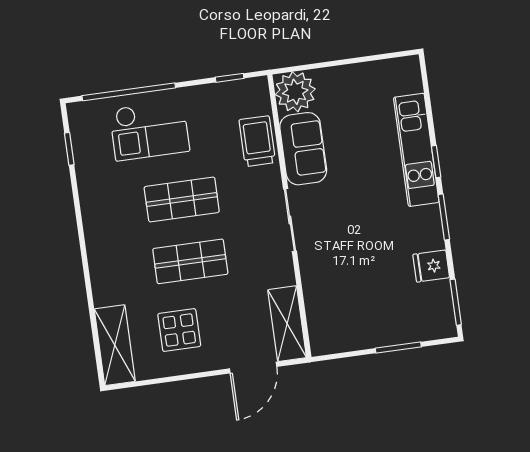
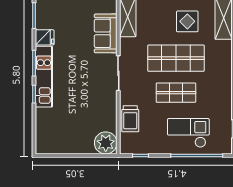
sofa: (303, 149) -> (106, 33), moved
kitchen unit: (416, 150) -> (44, 77), moved
shop shelf: (190, 261) -> (176, 58), width x1.43, depth x1.36

